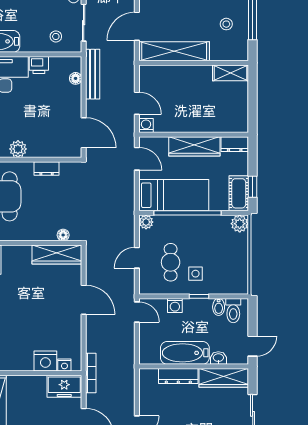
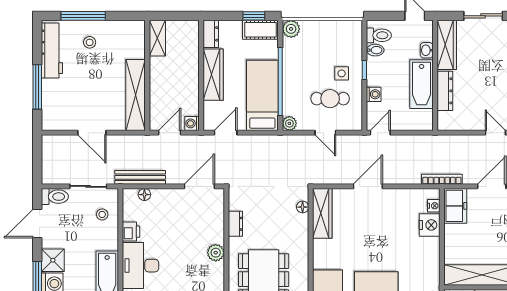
shelving: (174, 51) -> (135, 95), moved
wall: (194, 63) -> (147, 75), moved
shelving: (231, 73) -> (157, 38), moved

